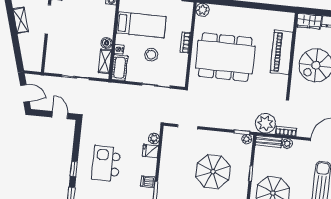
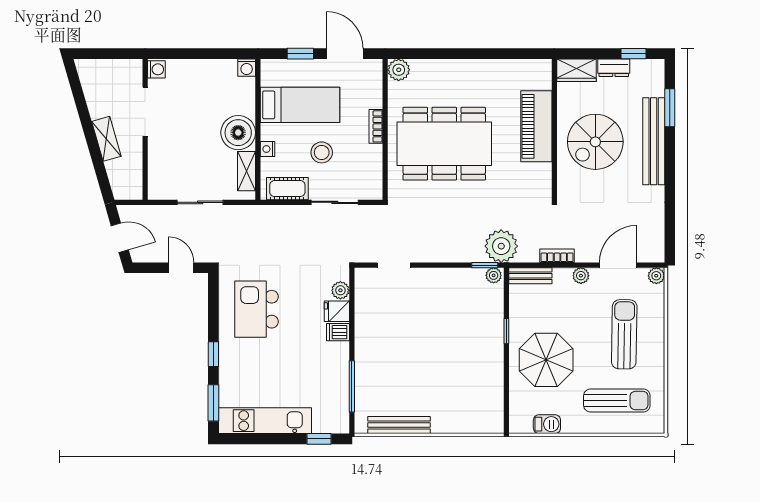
shelving: (21, 20) -> (106, 139), moved
boiler: (107, 43) -> (238, 133), width x1.86, depth x1.86
cot: (120, 68) -> (287, 189), moved, turned 90
plant: (265, 123) -> (501, 246), moved
plant: (287, 143) -> (581, 276), moved
kitchen island: (106, 164) -> (257, 309), moved
parasol: (213, 172) -> (444, 335), removed
dishwasher: (148, 182) -> (338, 332), moved

